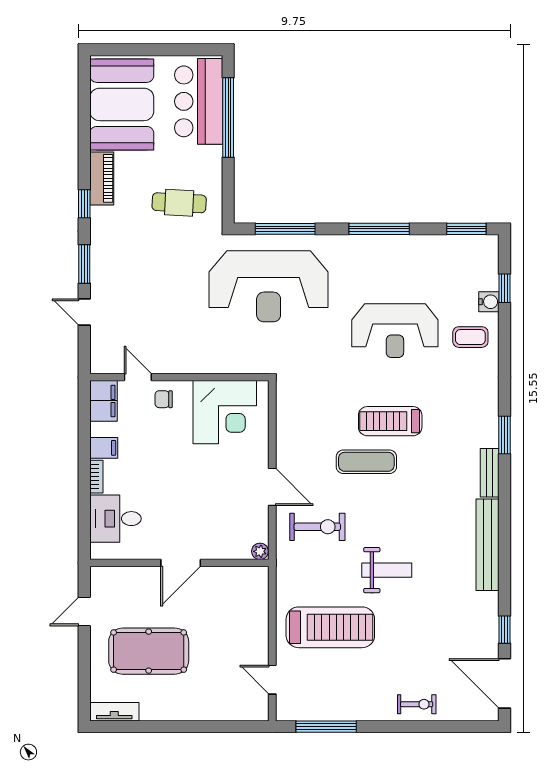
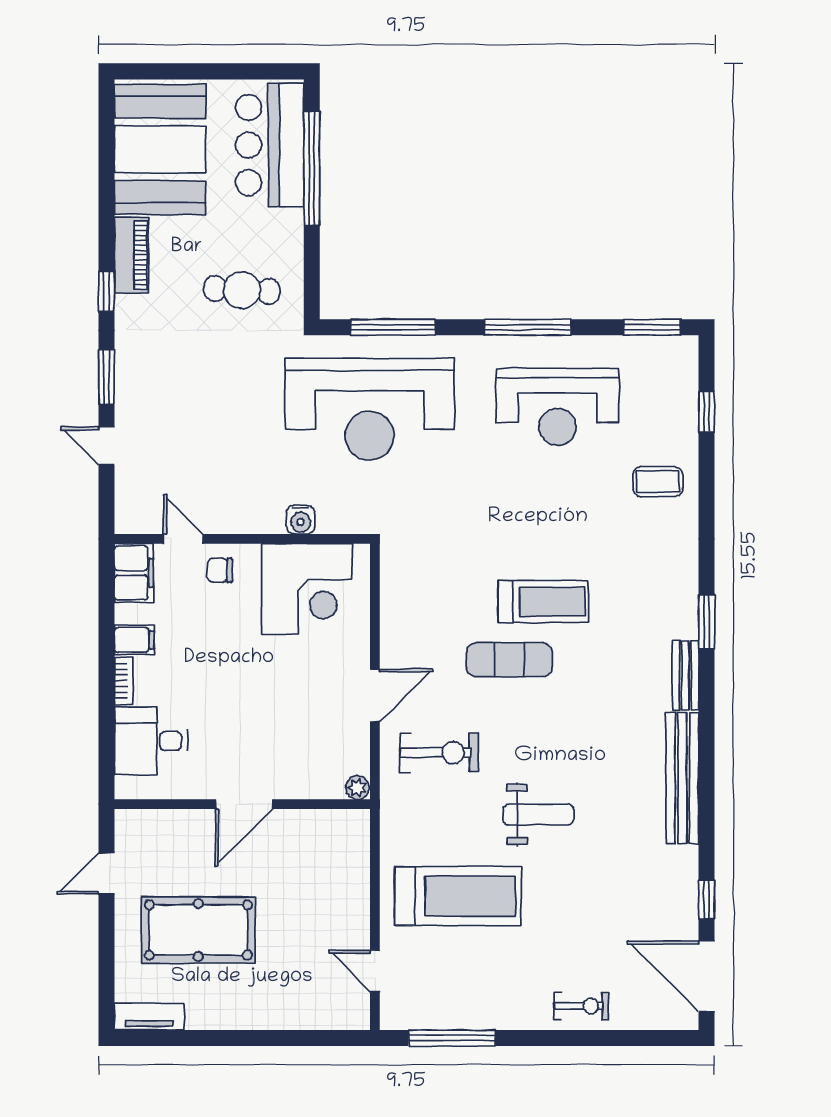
water cooler: (489, 302) -> (301, 520), moved, turned 90
reception desk: (395, 331) -> (557, 407), moved
treadmill: (390, 421) -> (543, 602), turned 180
door: (272, 487) -> (375, 696), hinge flipped

